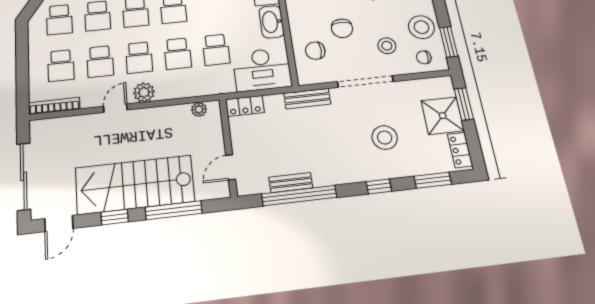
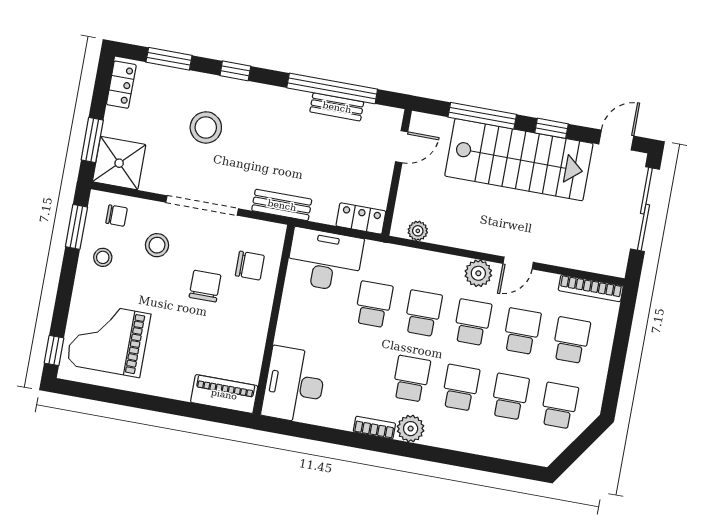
washbasin: (271, 22) -> (292, 322), removed
stool: (421, 27) -> (103, 257), width x0.53, depth x0.53
shower: (443, 116) -> (119, 163), moved

